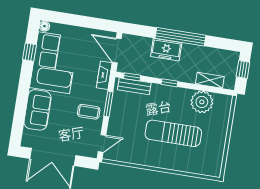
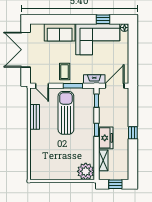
window: (181, 37) -> (133, 133), width x0.32
freezer: (166, 50) -> (106, 138), moved, turned 180
bench: (134, 86) -> (35, 117), moved
plant: (202, 102) -> (86, 171), moved
sun lounger: (173, 133) -> (66, 113), moved

